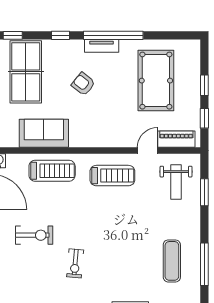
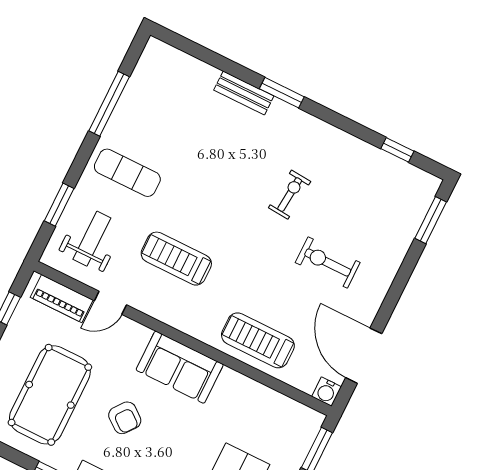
armchair: (83, 84) -> (125, 418), moved
sofa: (44, 133) -> (180, 367), moved
treadmill: (112, 176) -> (176, 259), moved
exercise mat: (172, 261) -> (127, 173), moved, turned 90

